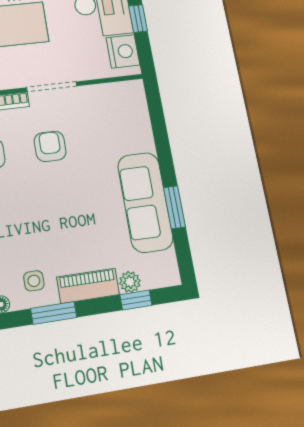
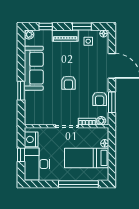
armchair: (50, 146) -> (68, 83), moved
window: (174, 207) -> (21, 91), moved
plant: (130, 282) -> (29, 35), moved

